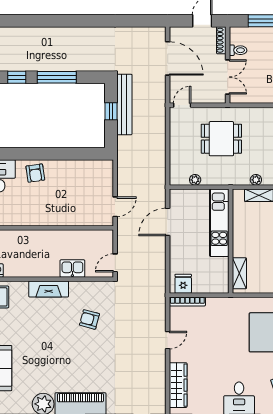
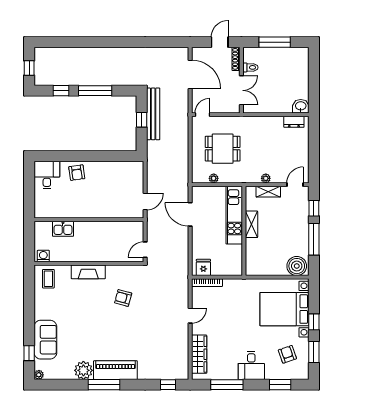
dining table: (221, 139) -> (223, 149), moved
door: (168, 222) -> (190, 214), hinge flipped
kitchen sink: (72, 269) -> (63, 229), moved, turned 180
shelving: (239, 273) -> (251, 224), moved

